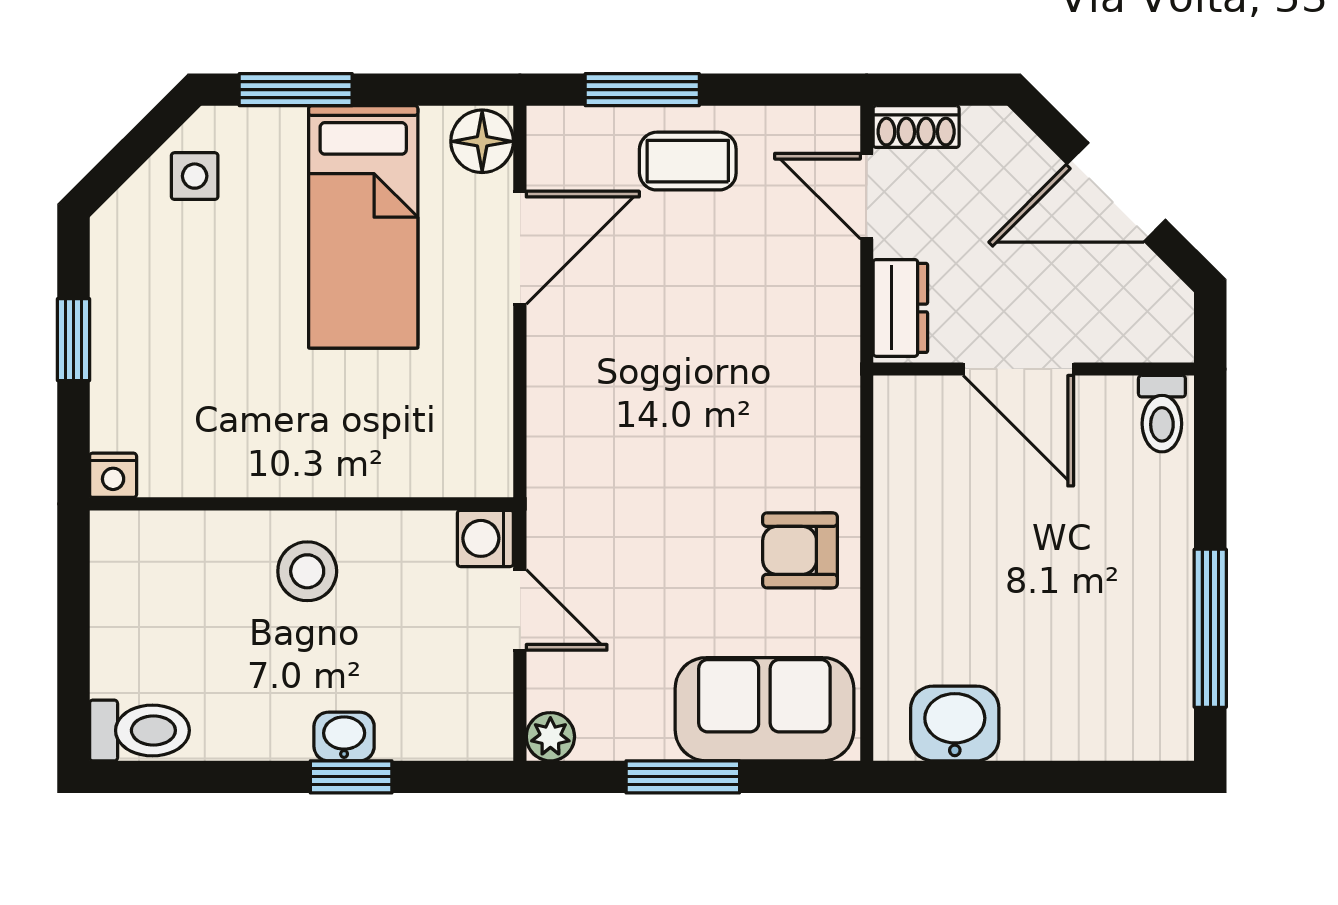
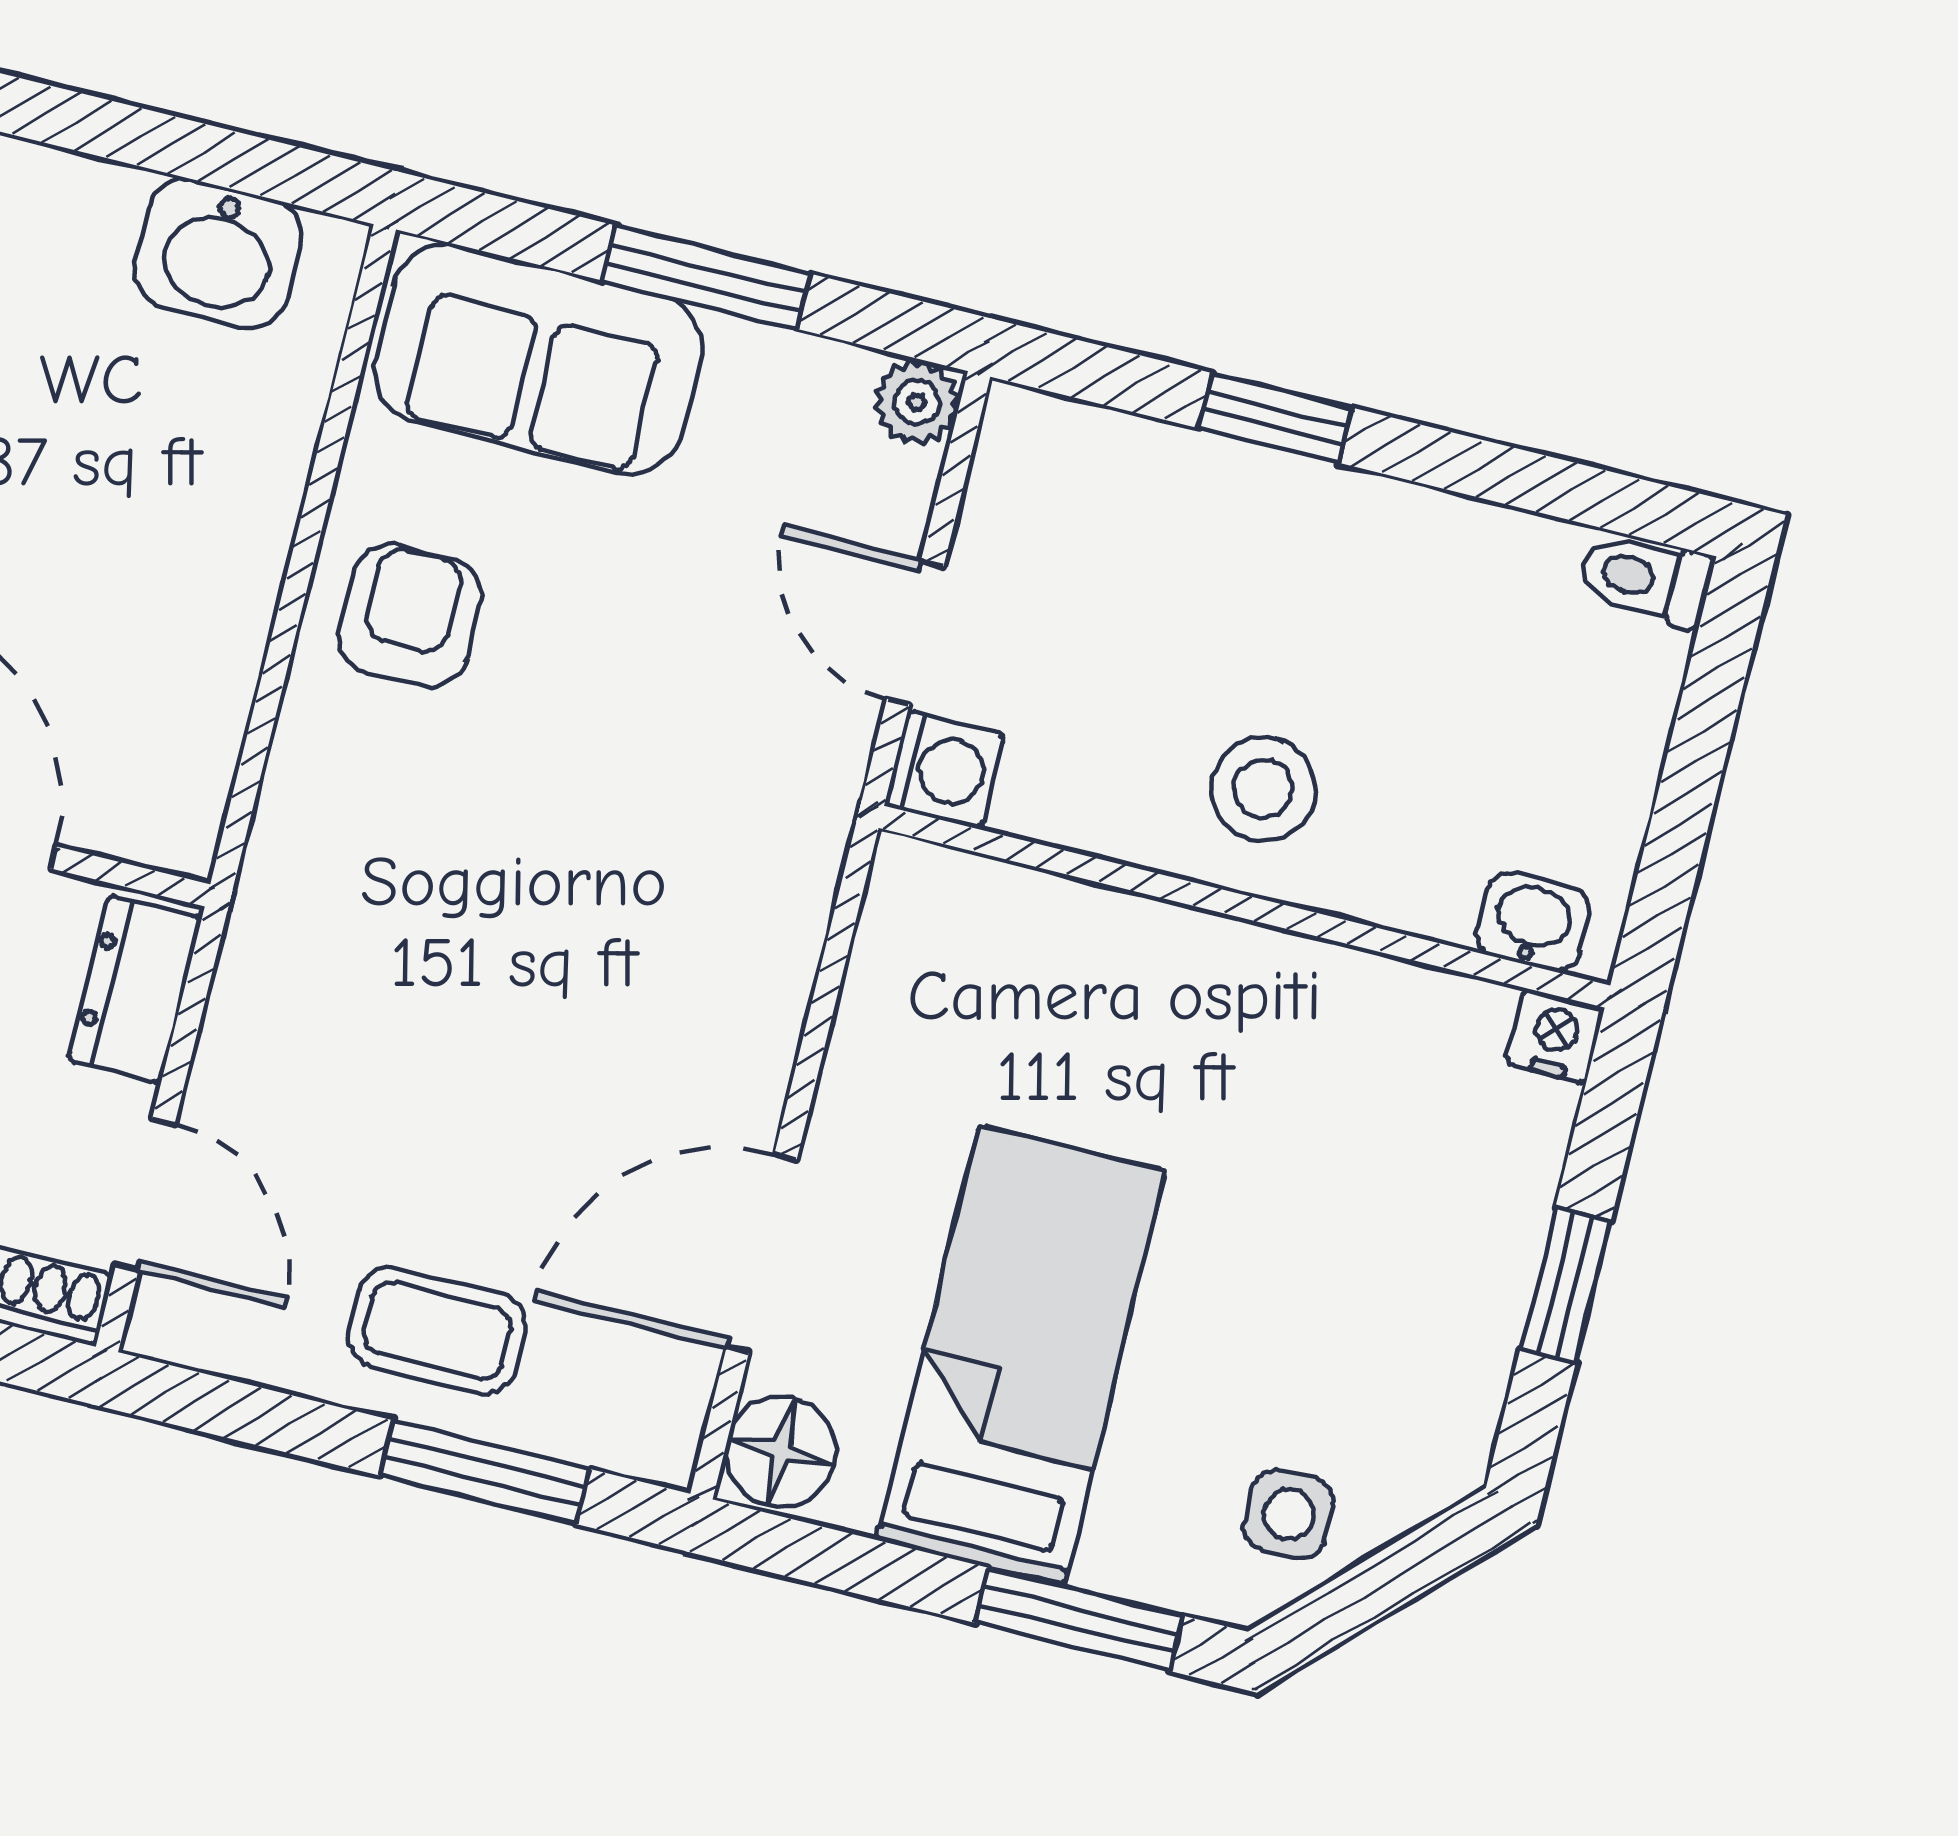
armchair: (800, 550) -> (410, 616), turned -90
toilet: (139, 730) -> (1646, 579), width x0.73, depth x0.72
washbasin: (344, 736) -> (1533, 922), moved, turned 180

